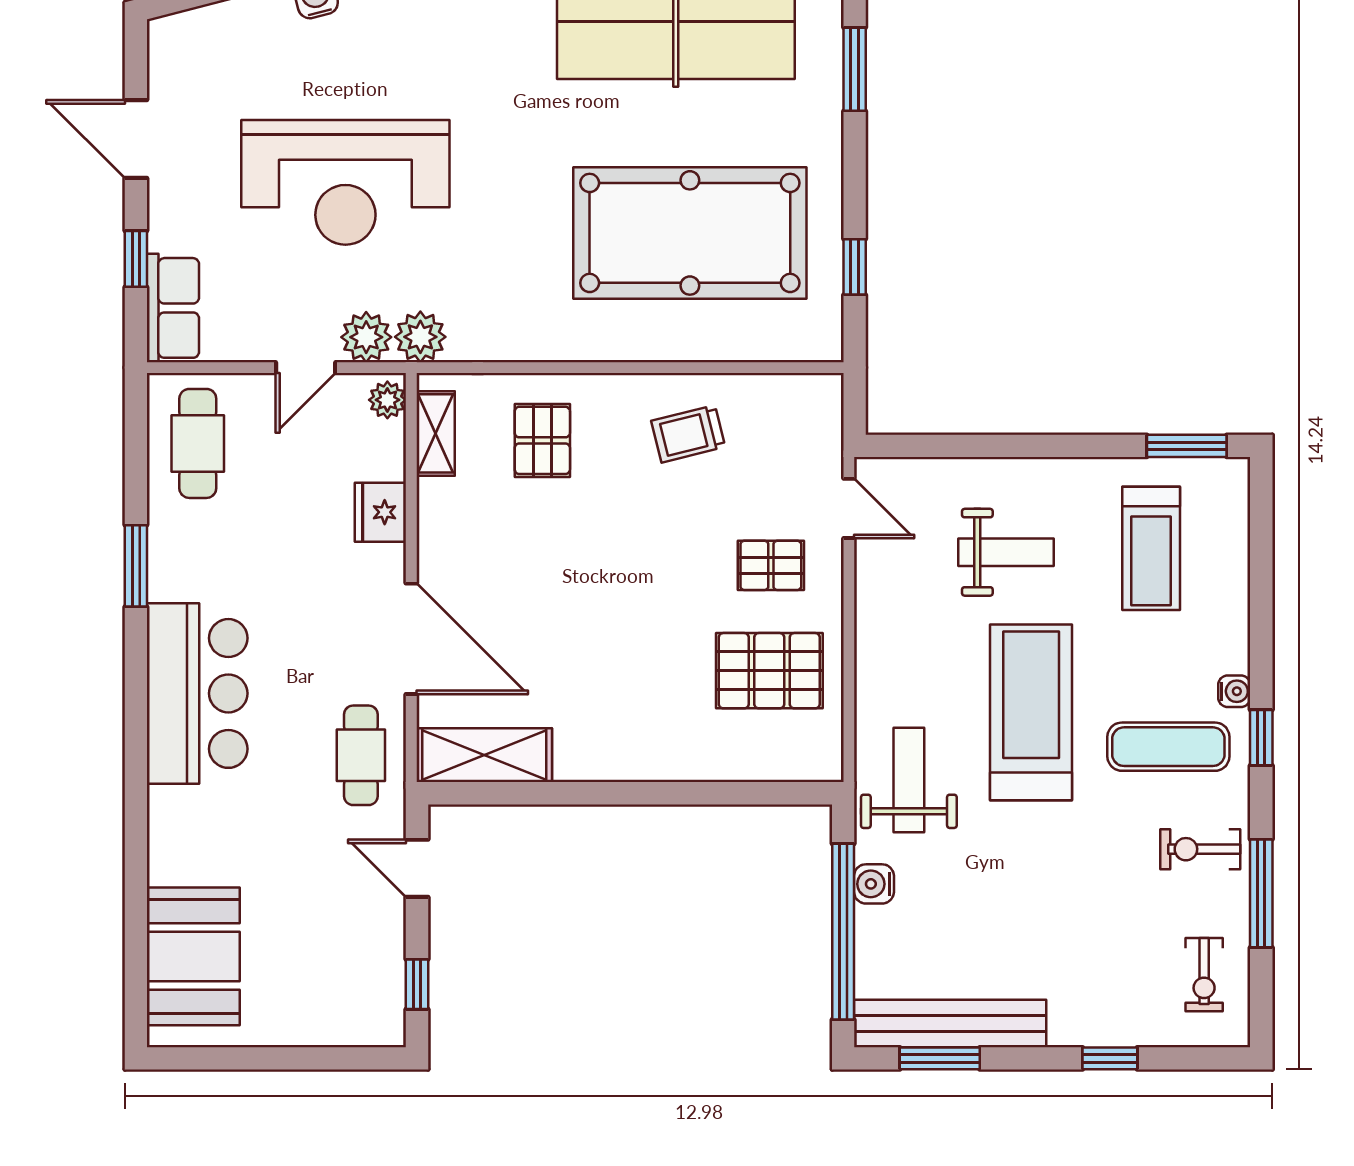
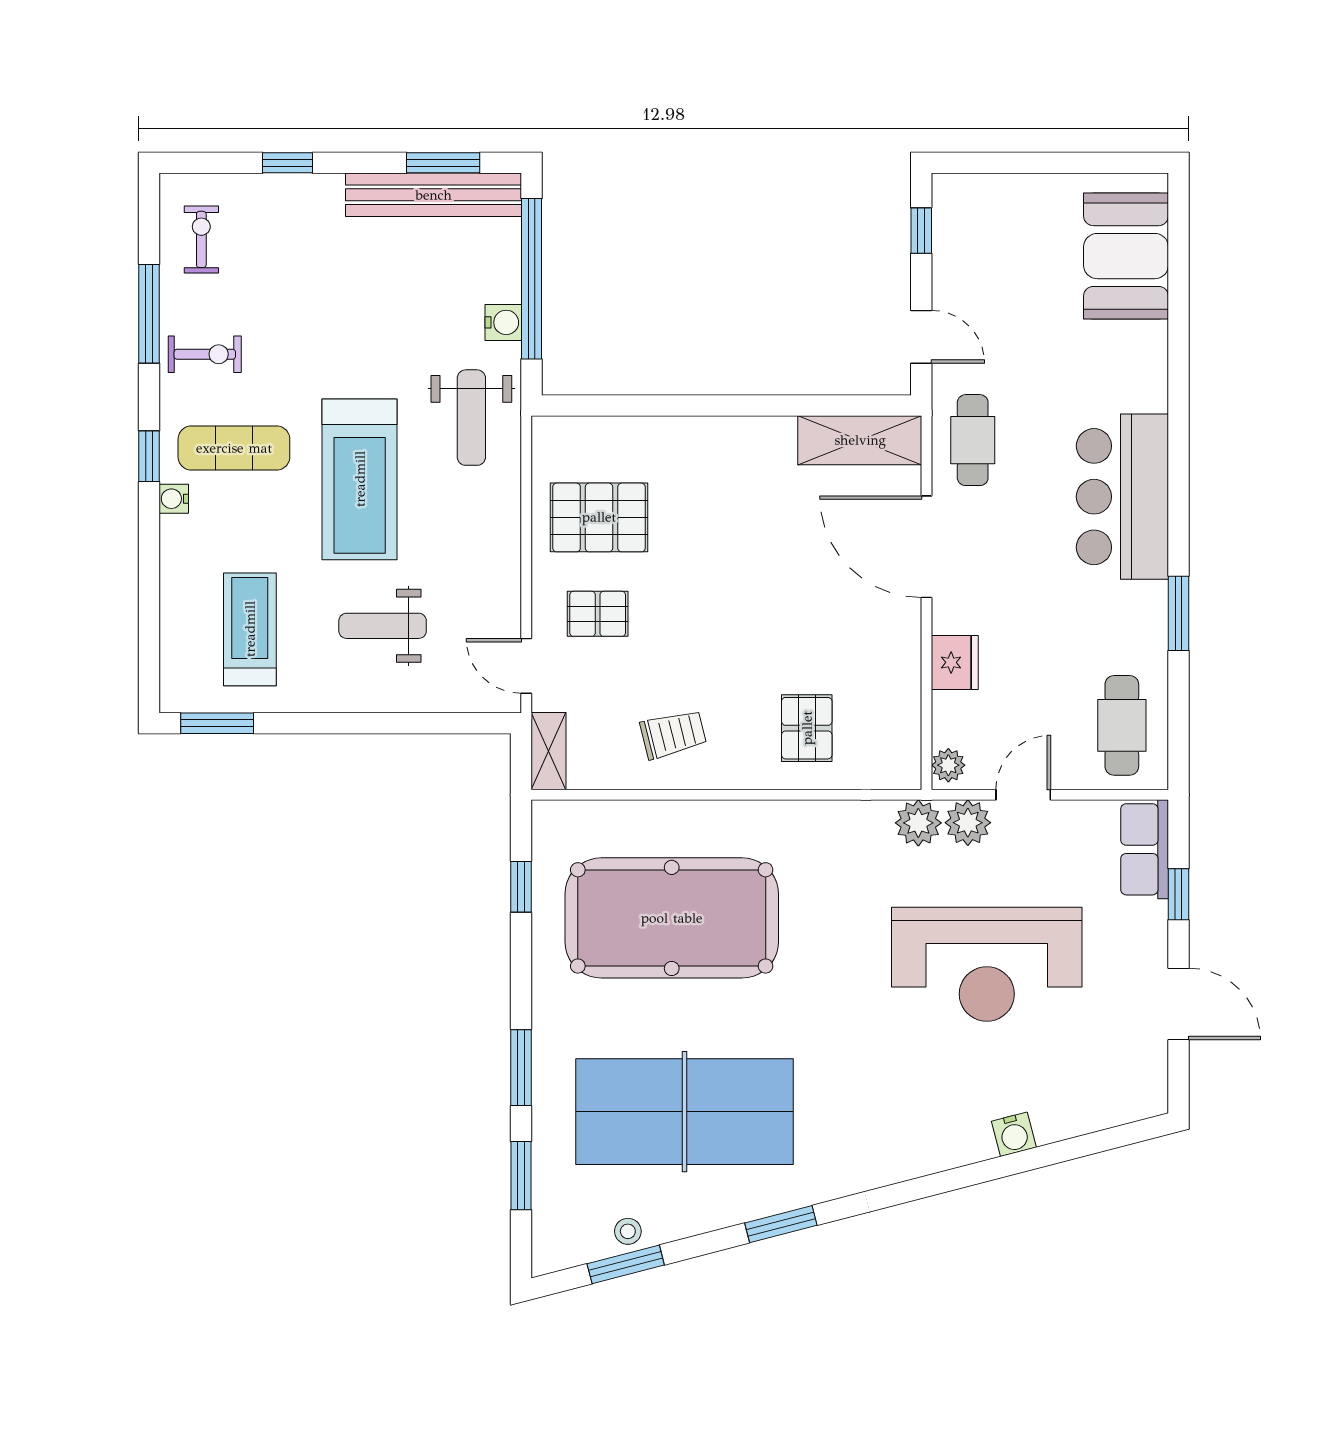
reception desk: (345, 182) -> (987, 964), turned 180
shelving: (436, 433) -> (549, 751), moved

